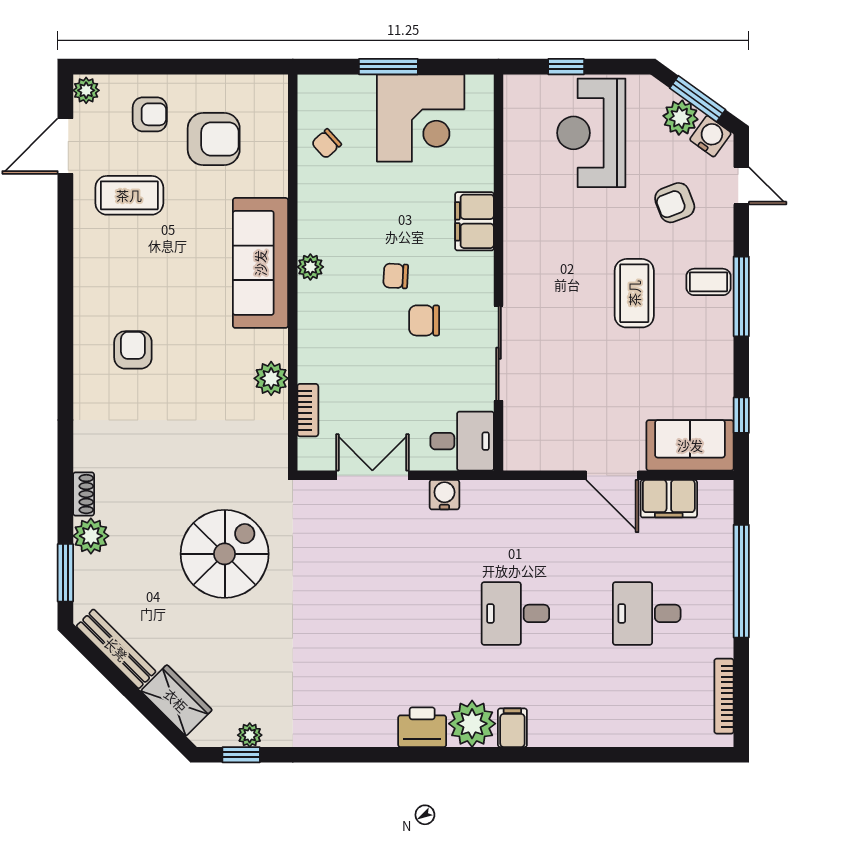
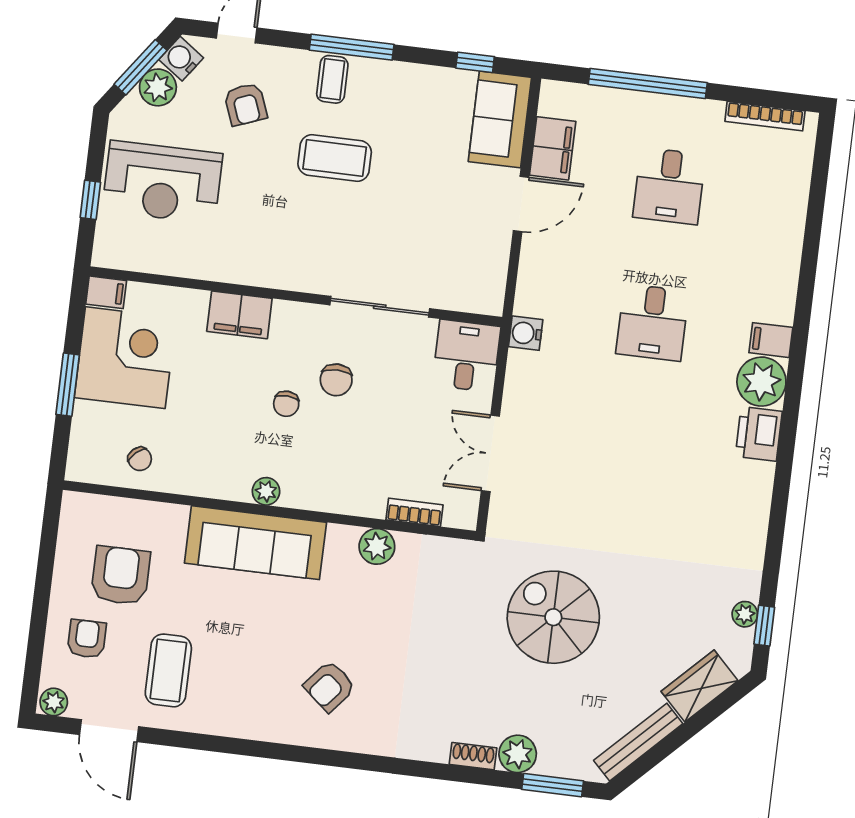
filing cabinet: (480, 92) -> (106, 292), added
armchair: (133, 350) -> (330, 686), turned -50
water cooler: (444, 495) -> (526, 333), moved

